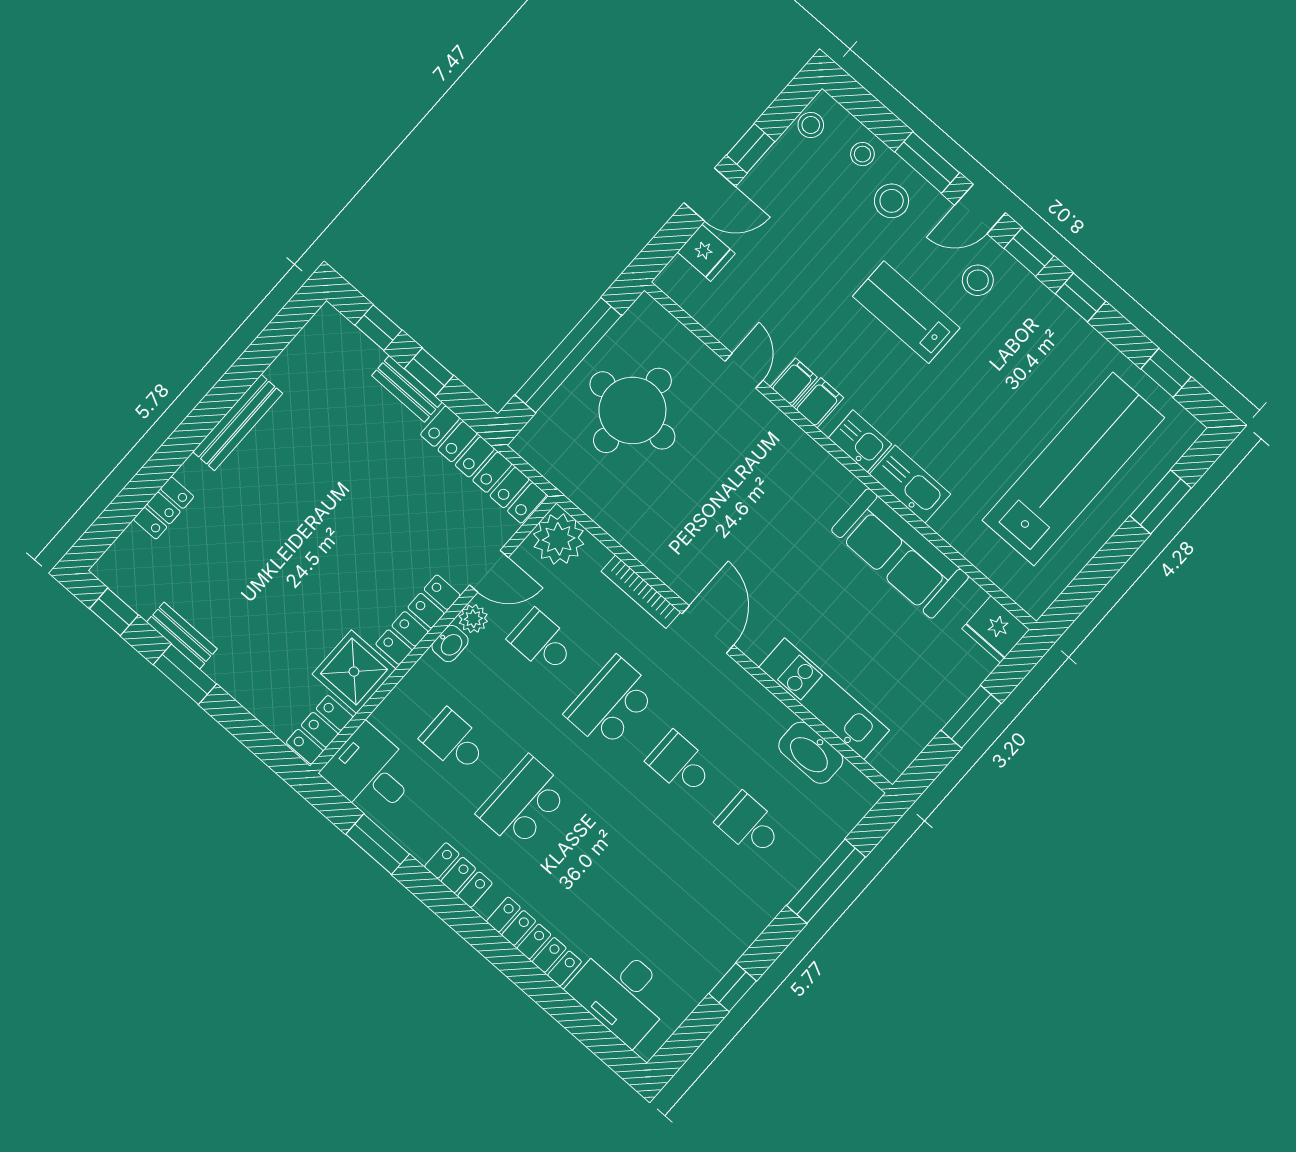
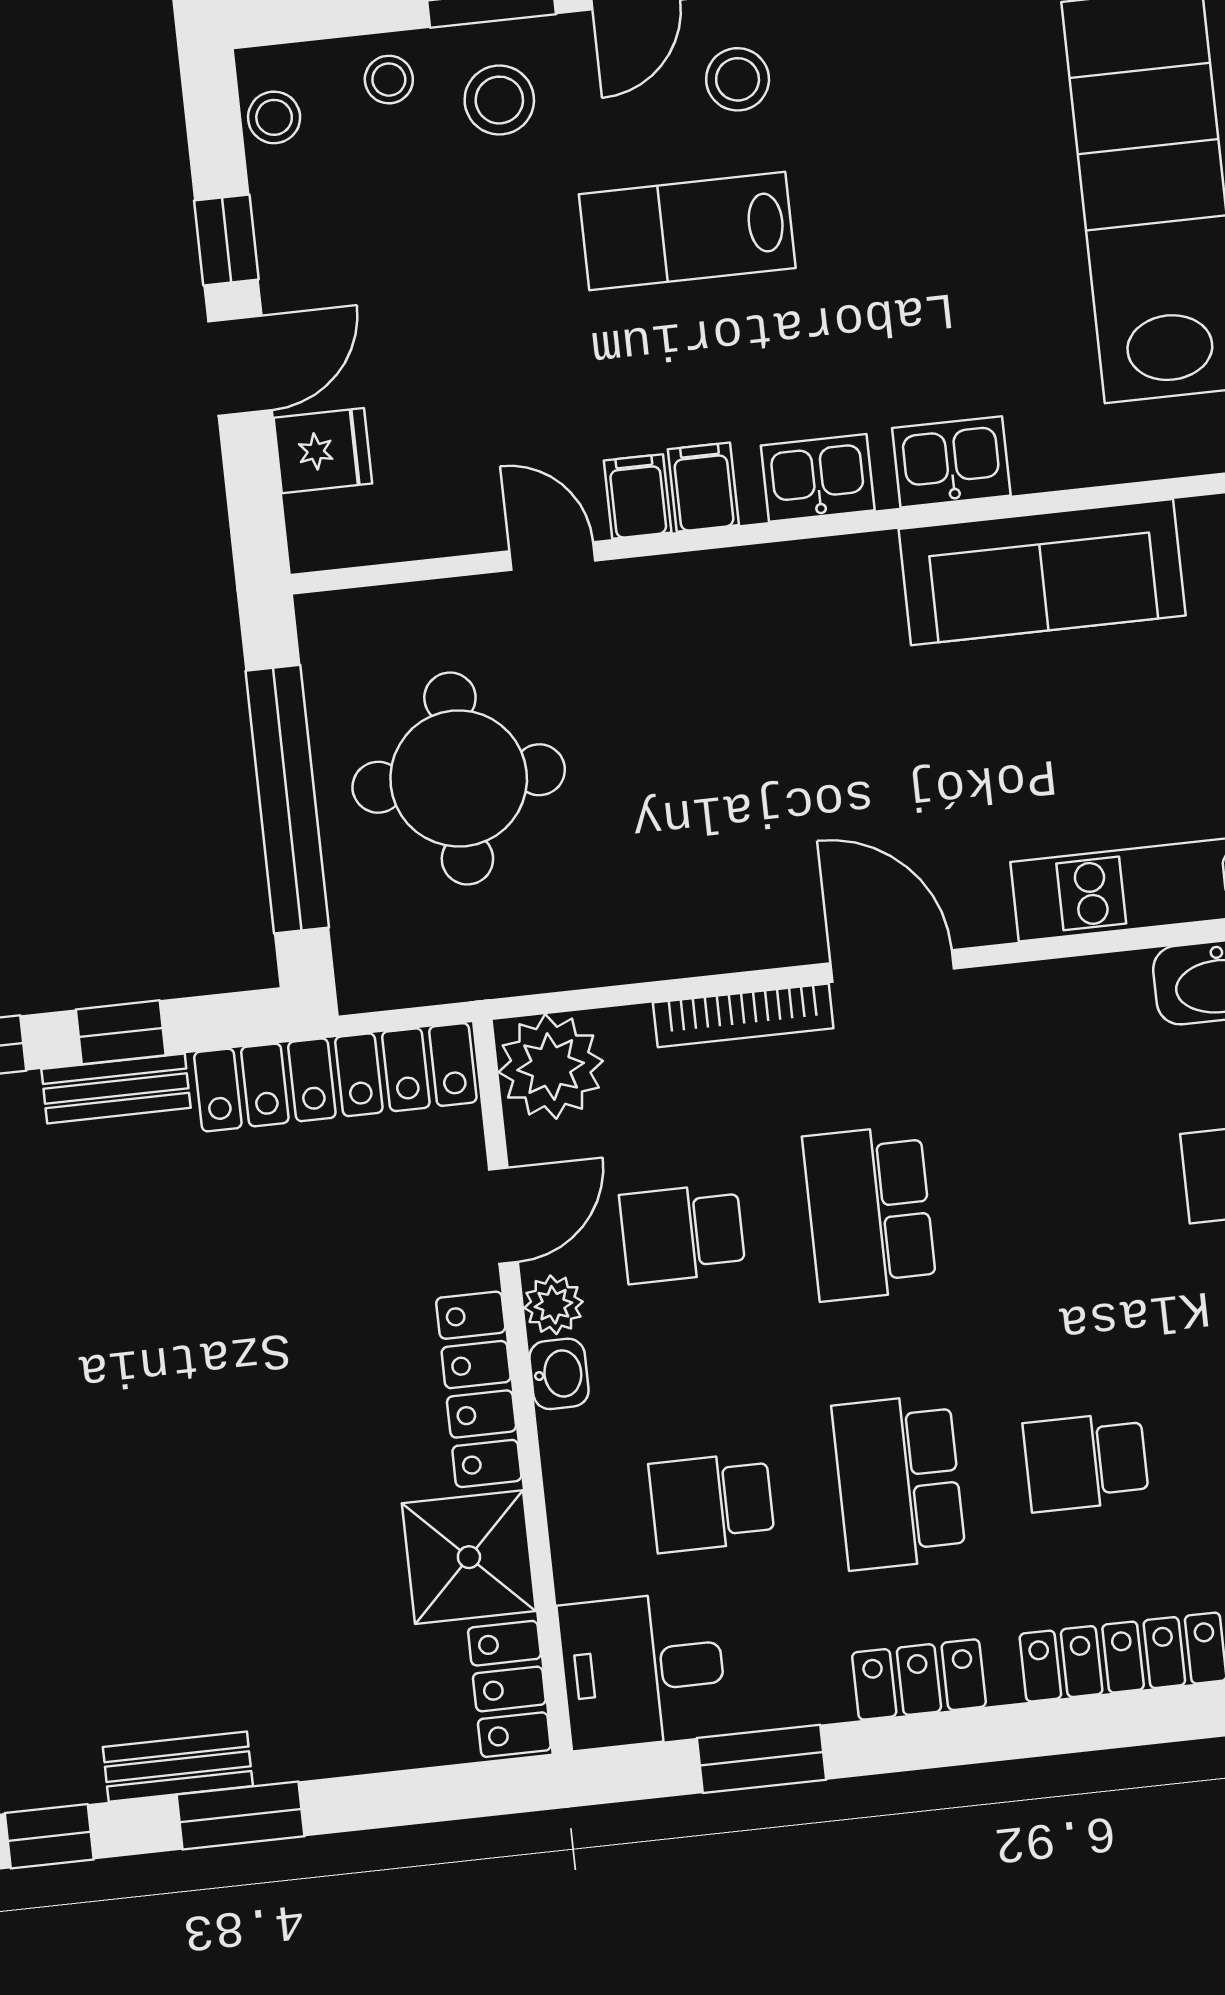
kitchen sink: (910, 484) -> (951, 462), width x0.73
school desk: (680, 764) -> (1086, 1462), moved

